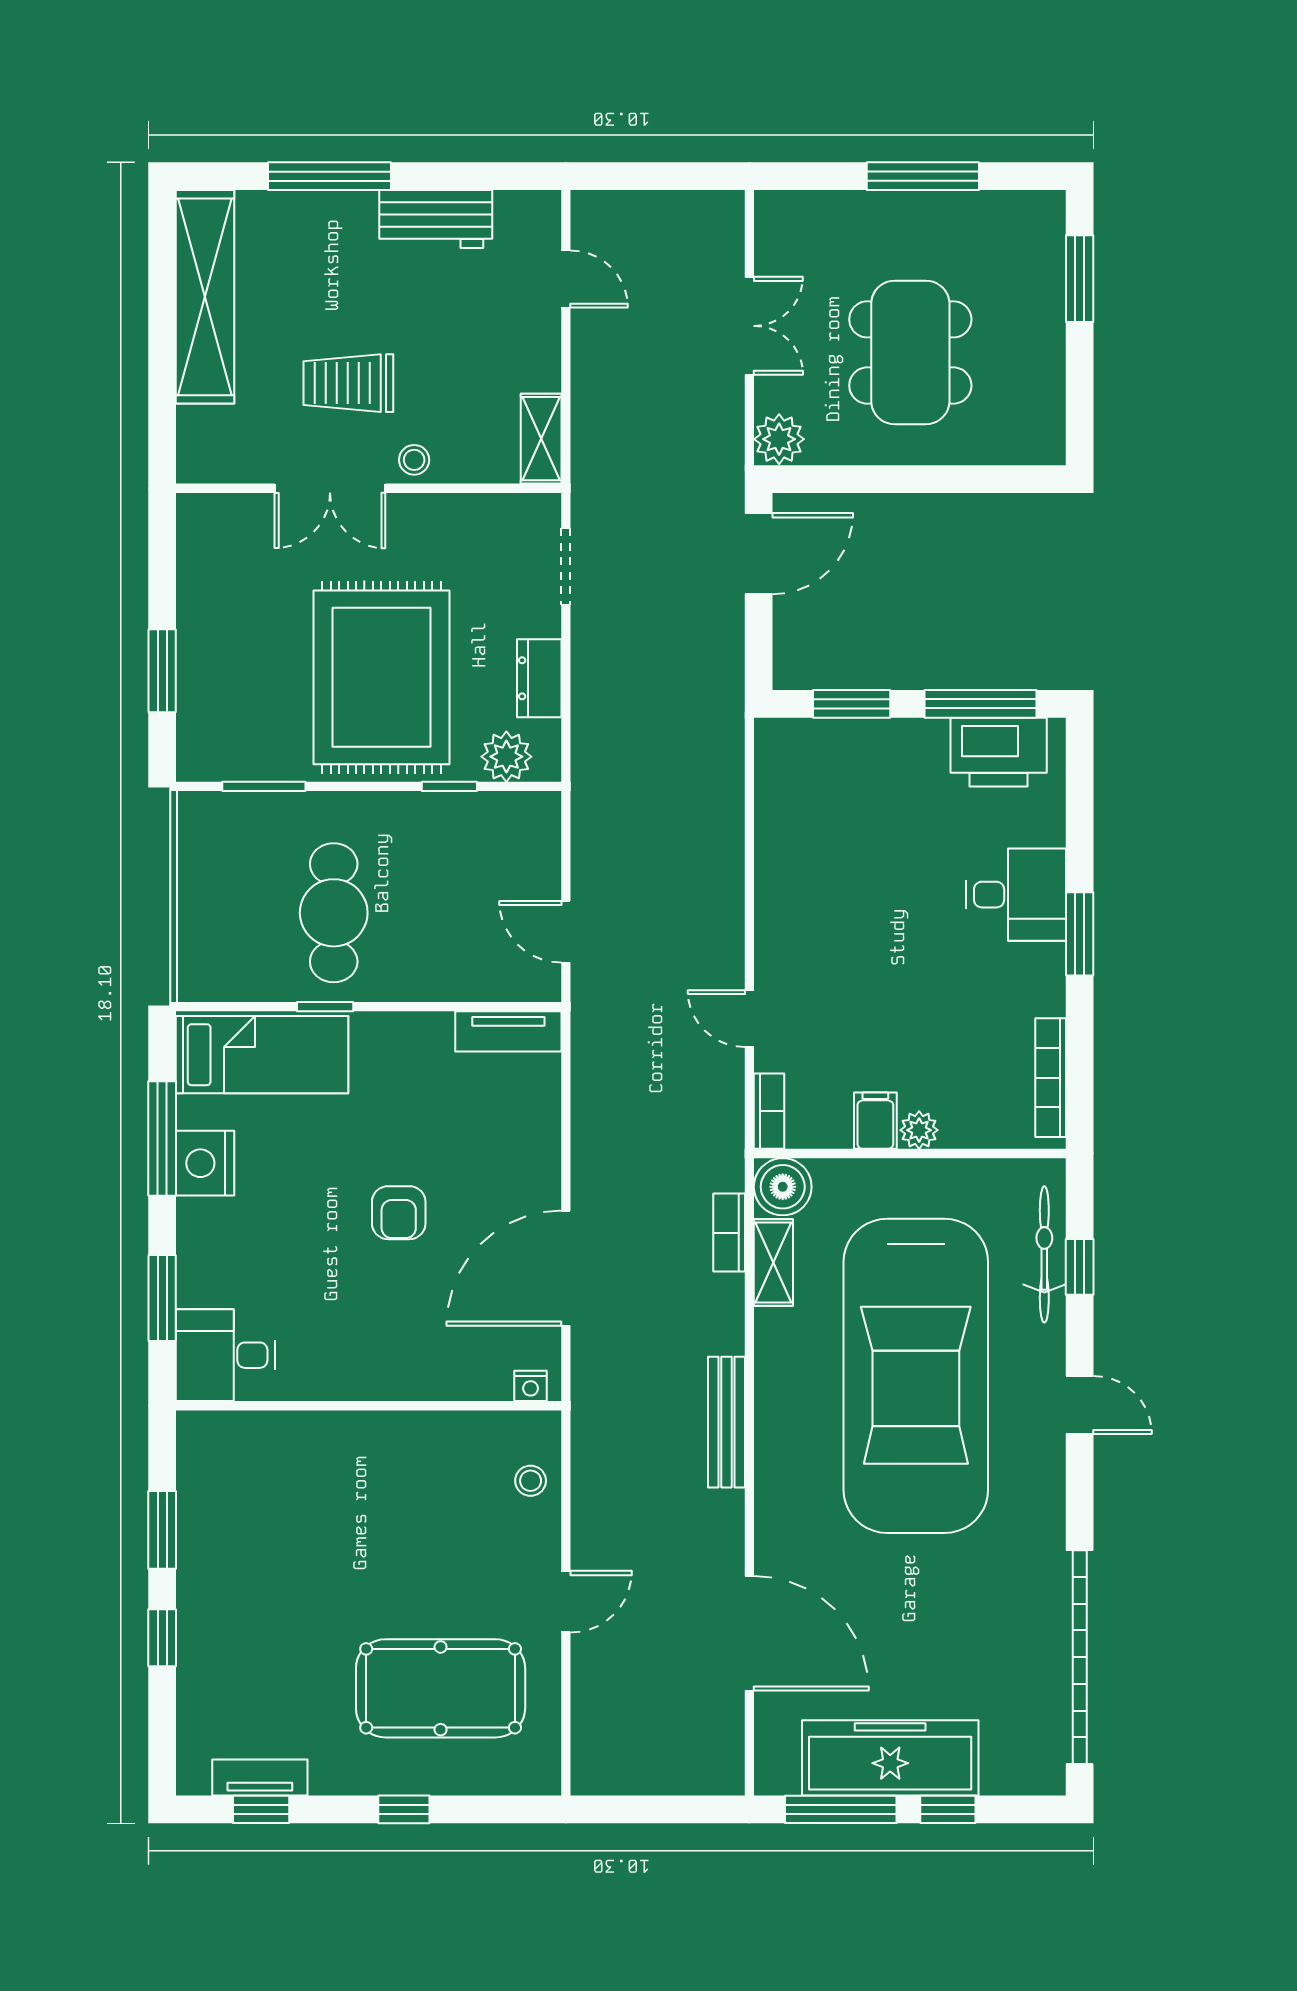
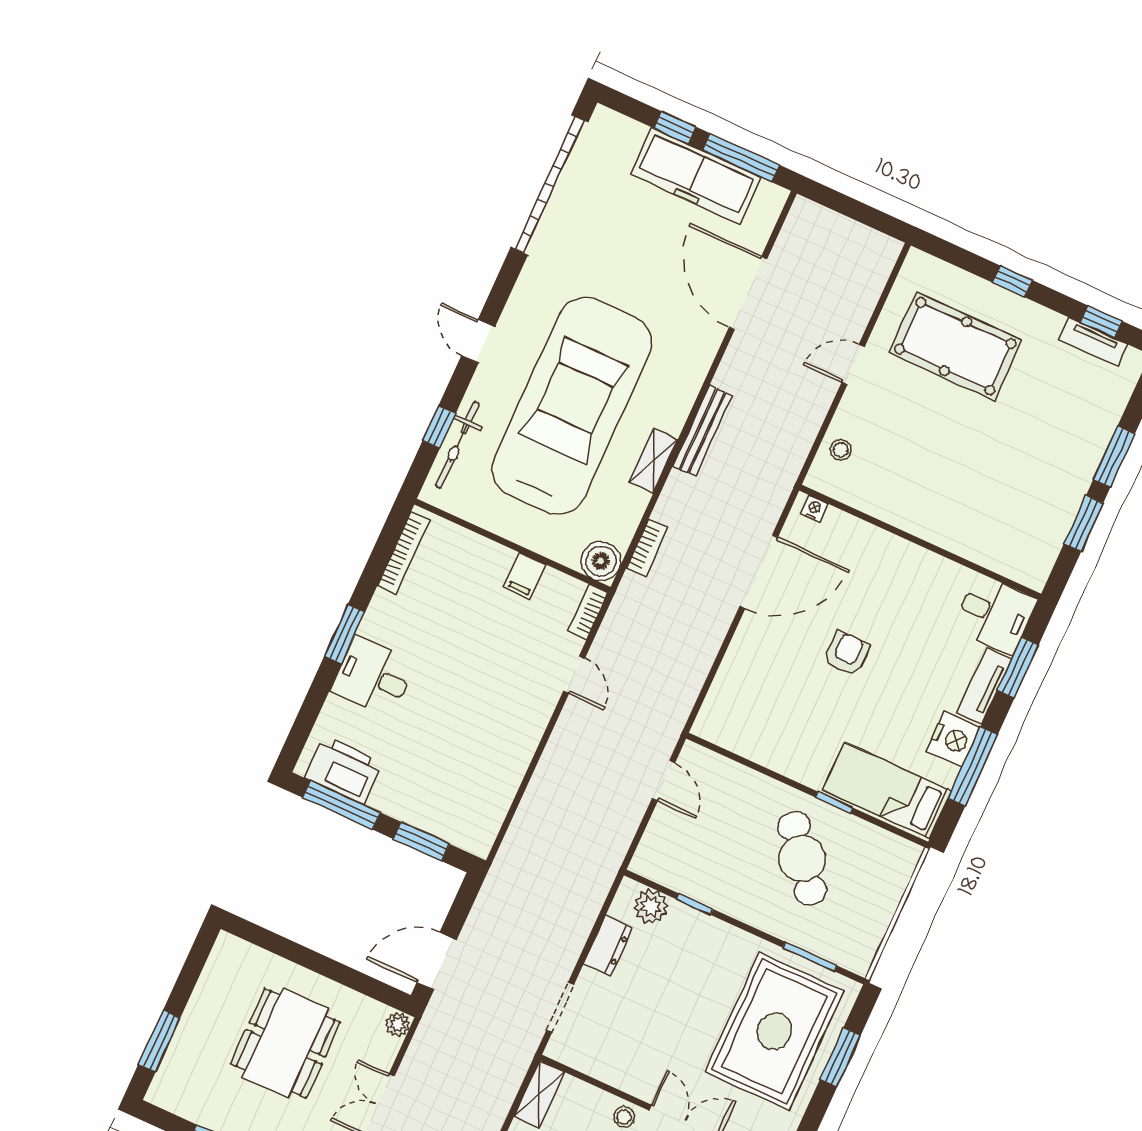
plant: (779, 439) -> (398, 1024), width x0.73, depth x0.73
rug: (381, 677) -> (774, 1031), moved
cafe table: (334, 913) -> (802, 858), turned -39
tv unit: (508, 1031) -> (984, 686), moved, turned -90
plant: (919, 1130) -> (500, 558), removed
shelving: (773, 1262) -> (653, 461), moved
window: (162, 1638) -> (1114, 457), width x1.50

